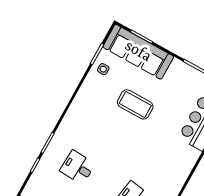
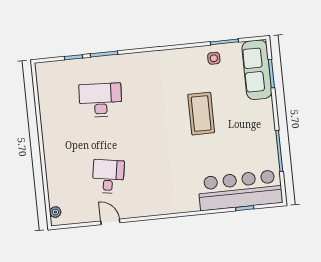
sofa: (138, 52) -> (257, 70), width x0.74, depth x0.79
desk: (78, 167) -> (100, 100), width x1.37

